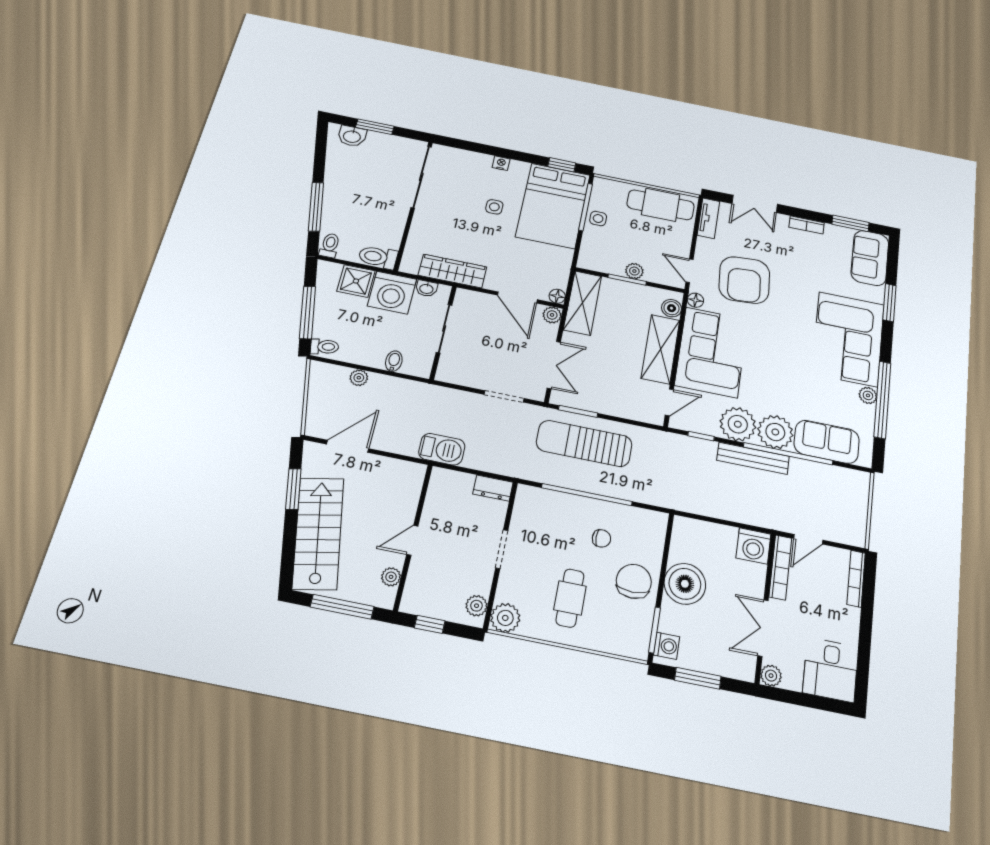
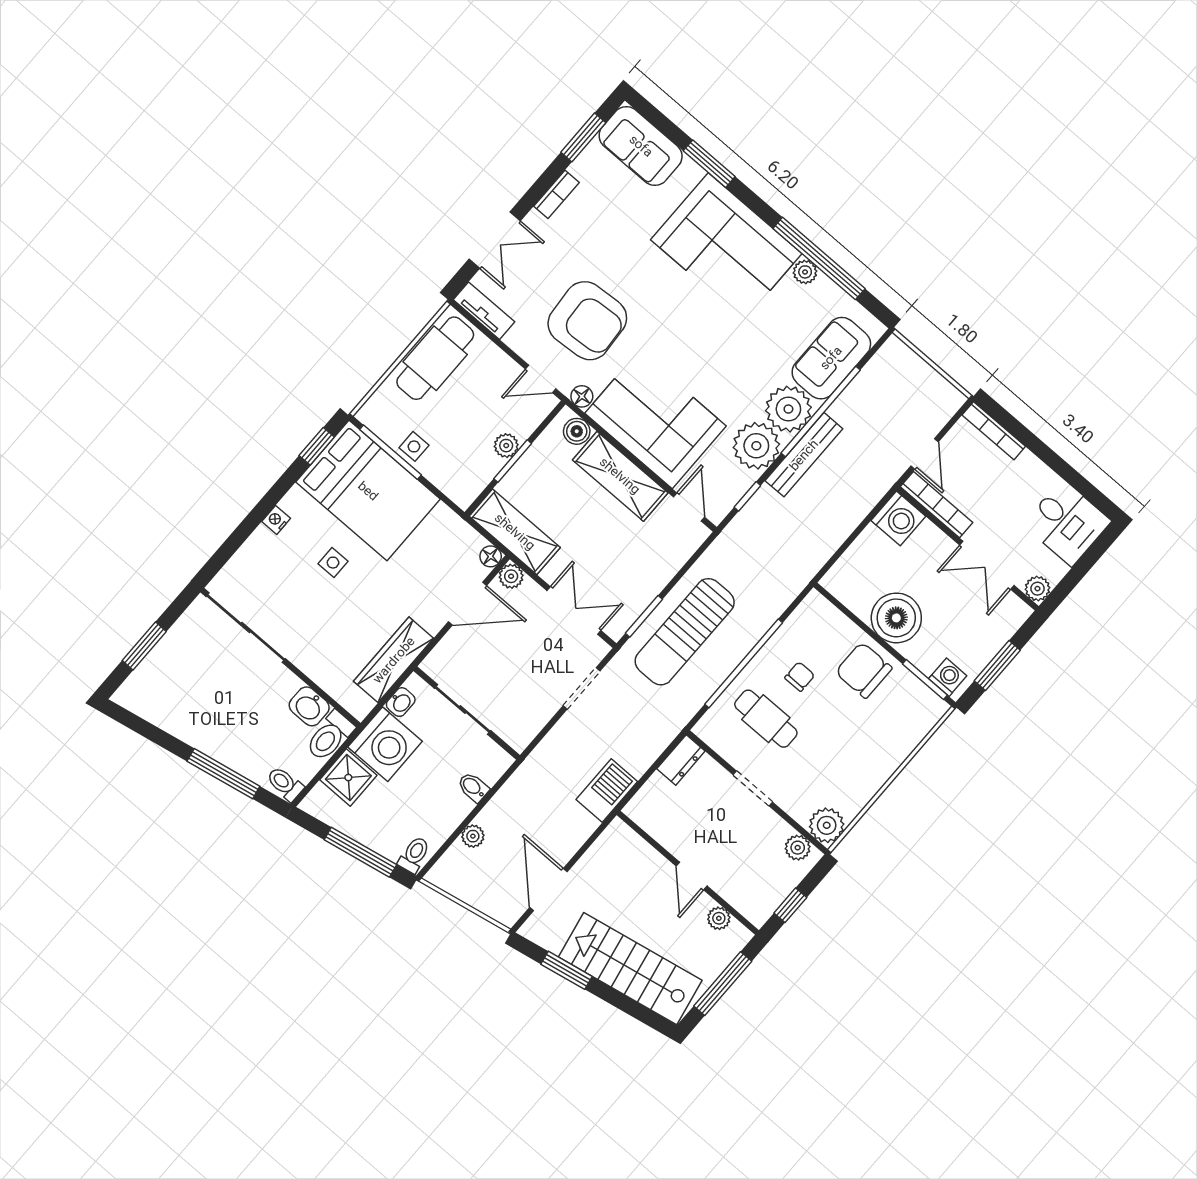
washbasin: (352, 136) -> (309, 706), moved, turned 90
cafe table: (570, 598) -> (766, 719), moved

